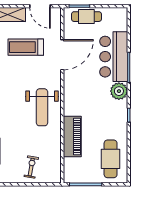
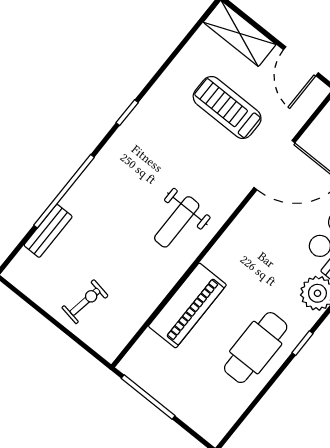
weight bench: (42, 107) -> (177, 222), width x0.73, depth x0.75
cafe table: (111, 159) -> (256, 348), moved

